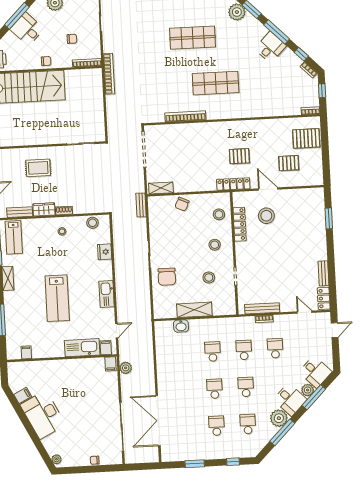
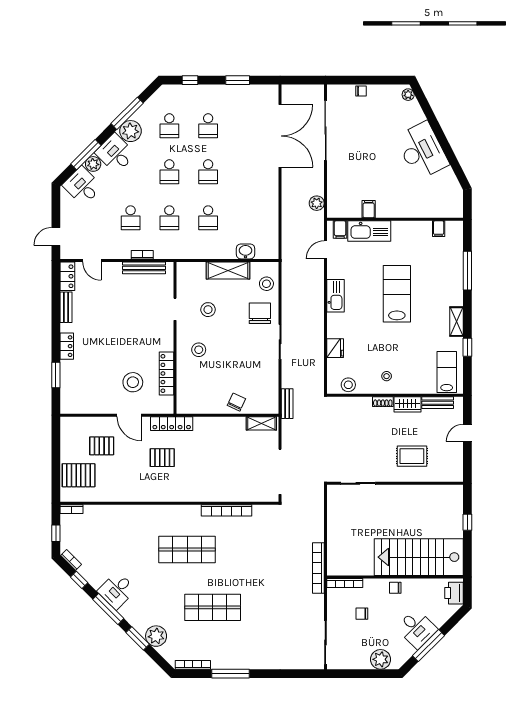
stool: (219, 214) -> (266, 284), moved
locker: (321, 242) -> (67, 346), added
filing cabinet: (110, 364) -> (369, 209), moved
filing cabinet: (23, 395) -> (446, 176), removed

